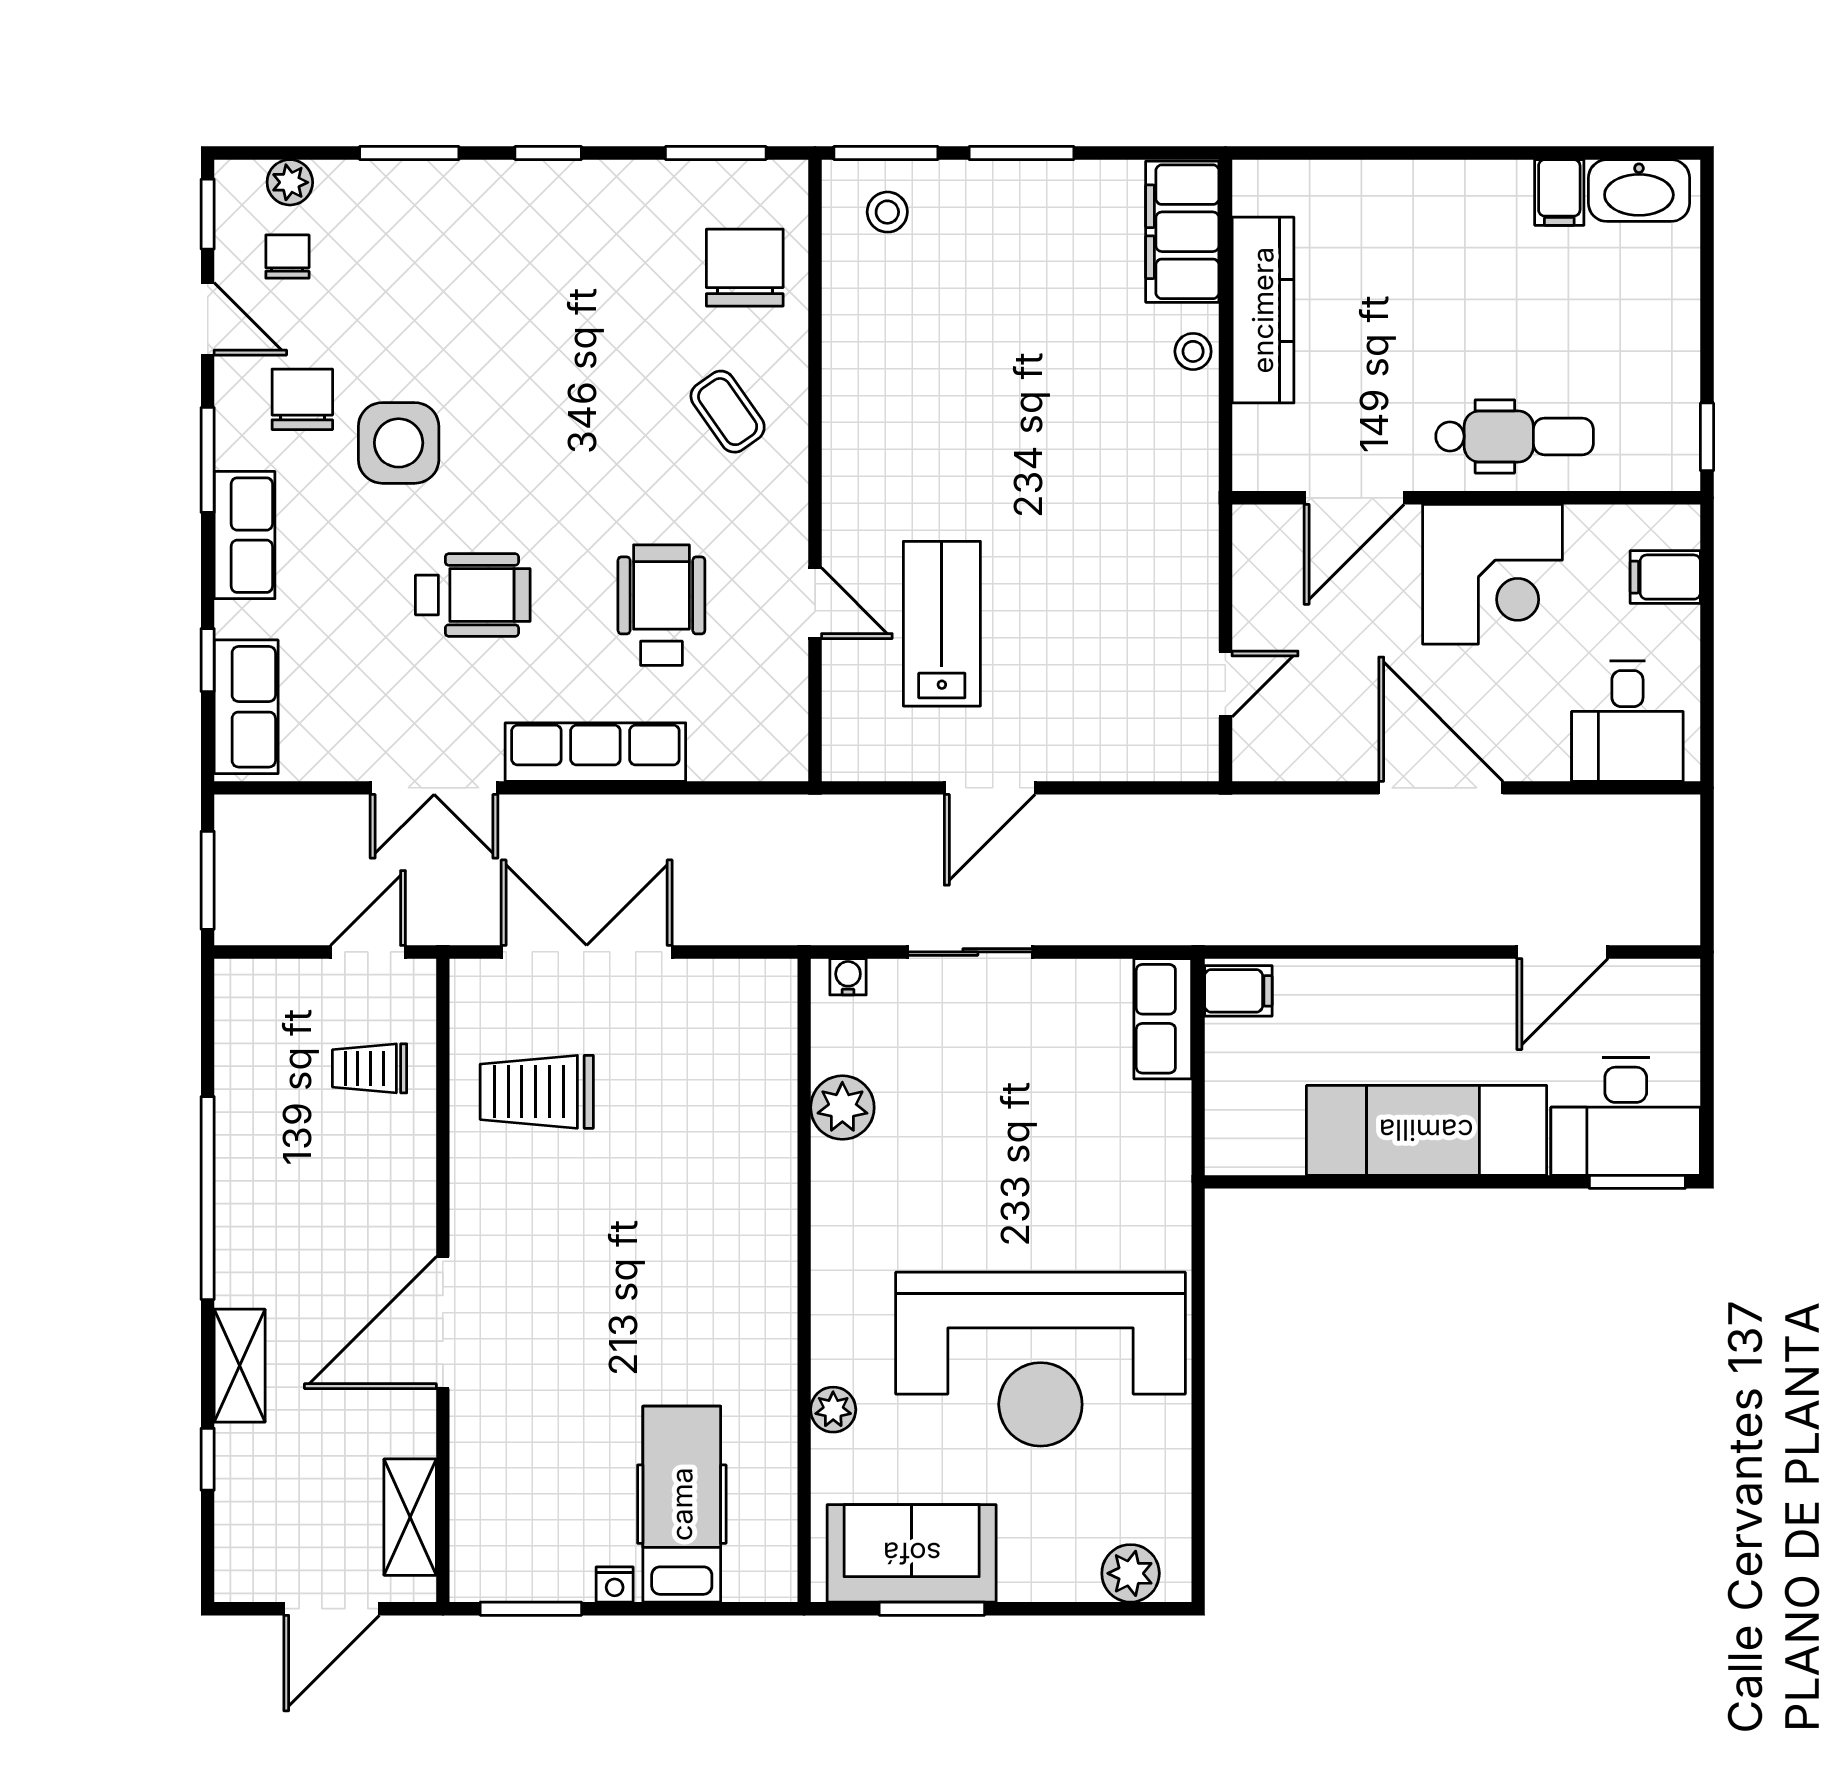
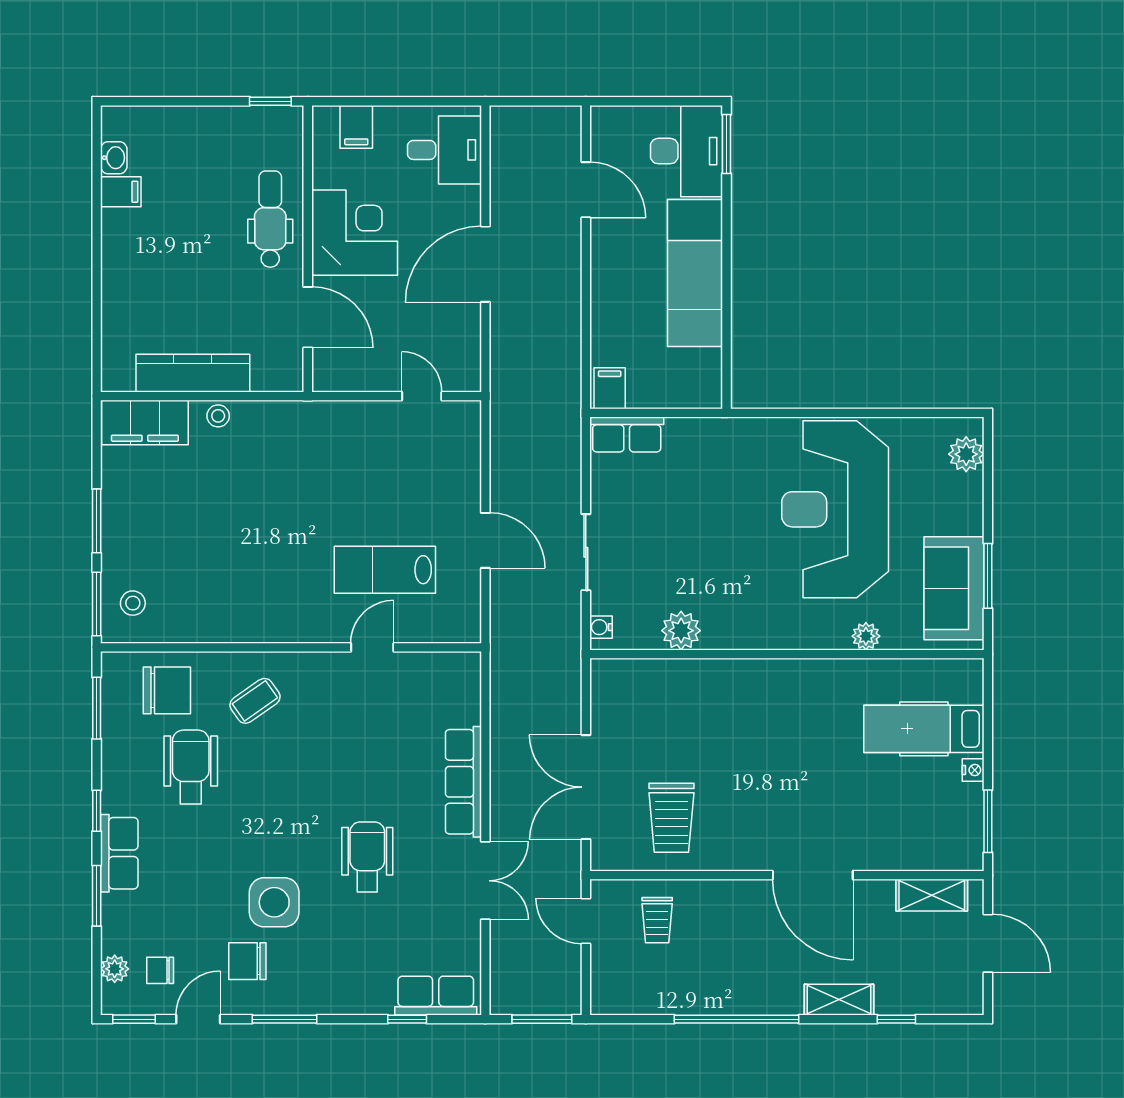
washbasin: (1639, 191) -> (114, 158), width x0.52, depth x0.69
chair: (745, 268) -> (167, 690), turned 180
row of seats: (245, 535) -> (119, 853), moved, turned 90
wheelchair: (661, 605) -> (191, 767), moved, turned 90
reception desk: (1040, 1359) -> (835, 509), turned 180

